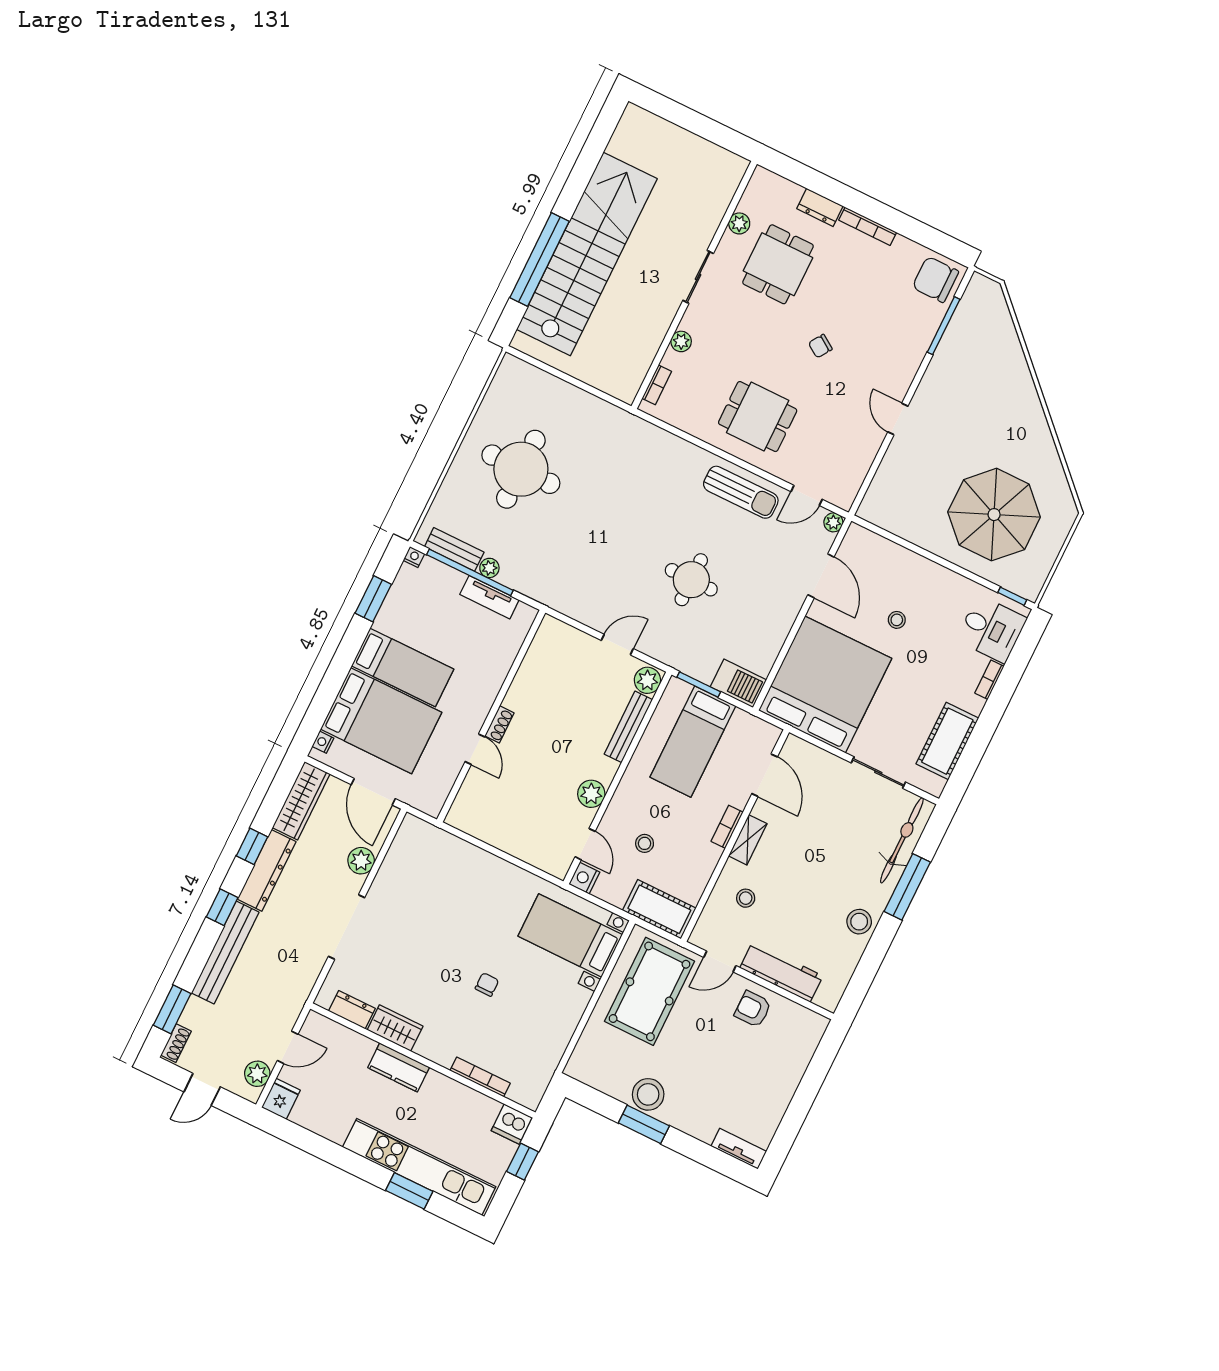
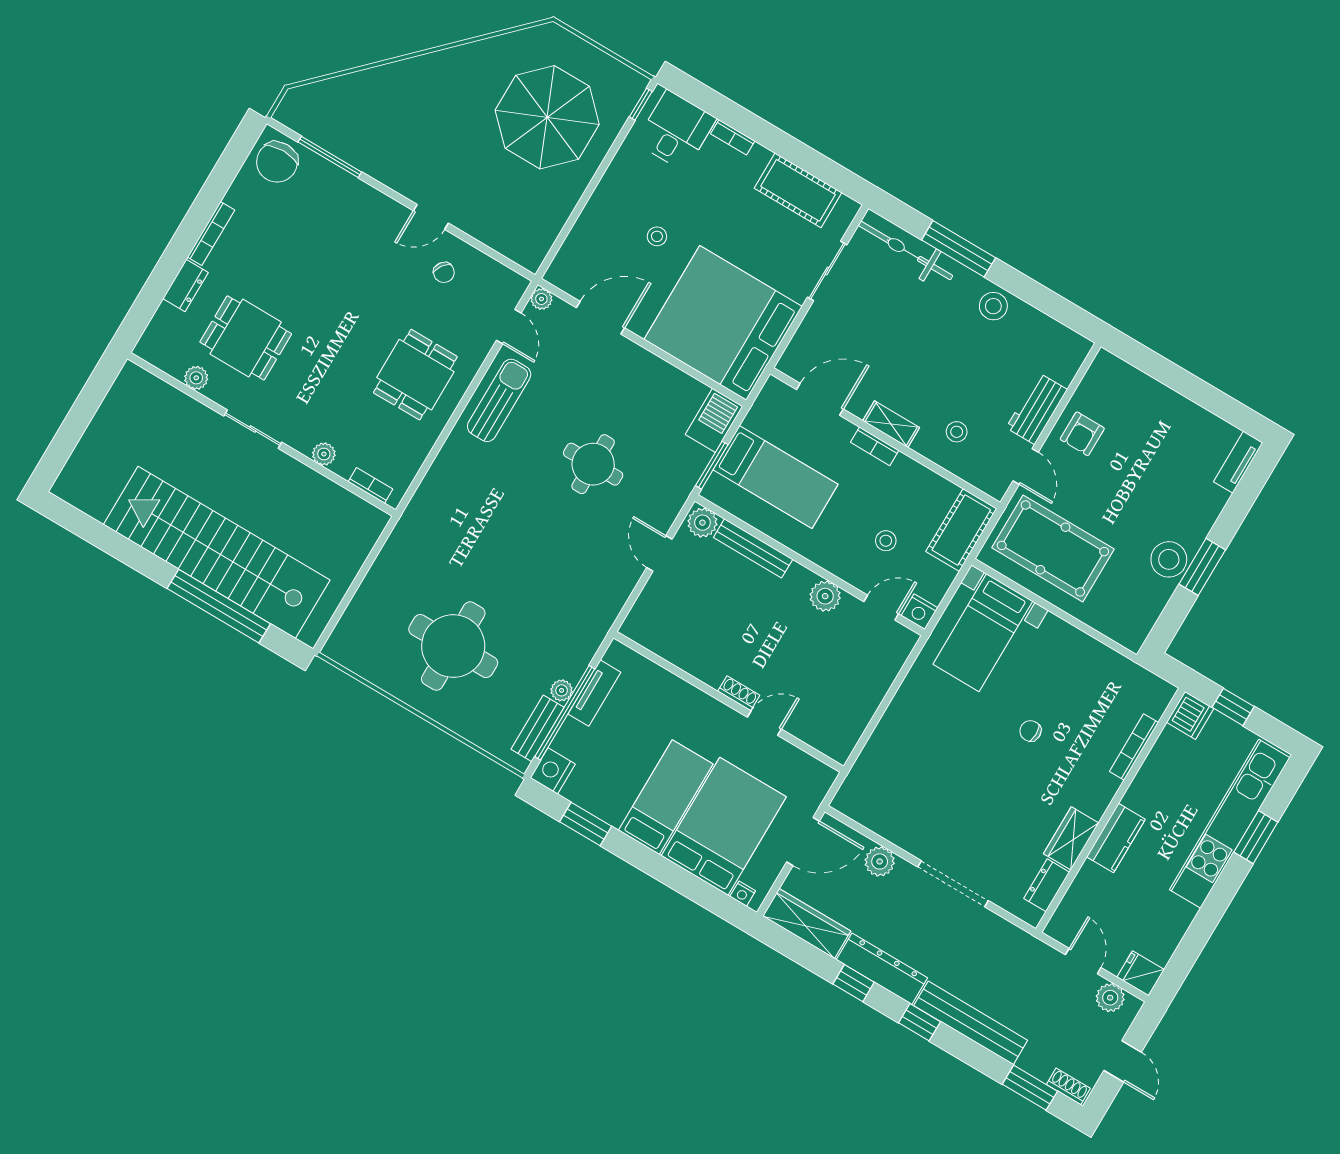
chair: (820, 346) -> (444, 272), moved
nightstand: (414, 557) -> (553, 771), width x1.89, depth x1.79
workbench: (781, 972) -> (1037, 409), width x0.73

